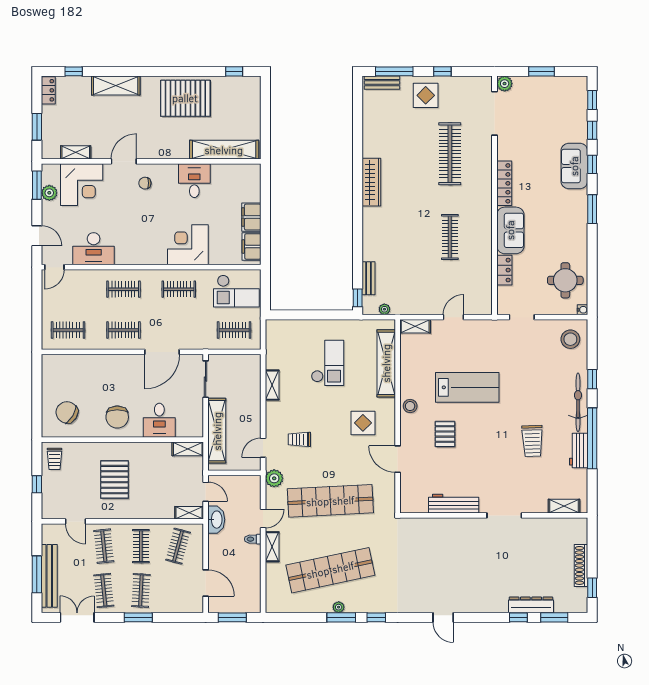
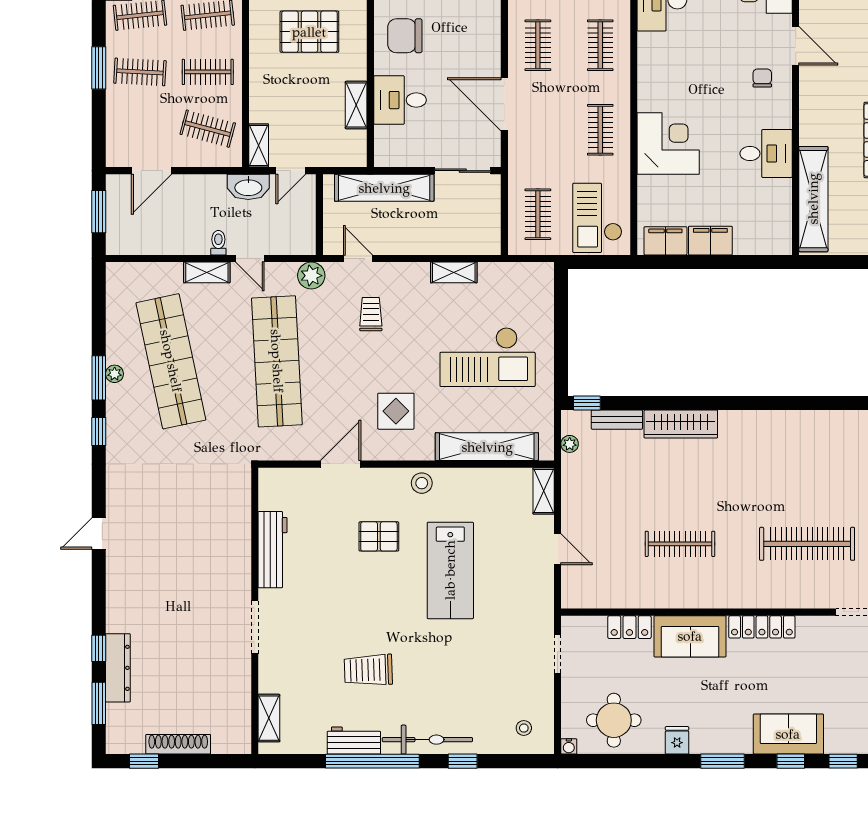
wardrobe: (371, 182) -> (681, 424), moved
fridge: (578, 239) -> (677, 740), added
stool: (570, 339) -> (524, 728), width x0.53, depth x0.53
checkout: (328, 363) -> (488, 357), width x1.36, depth x1.21
shelving: (188, 449) -> (356, 105), moved

